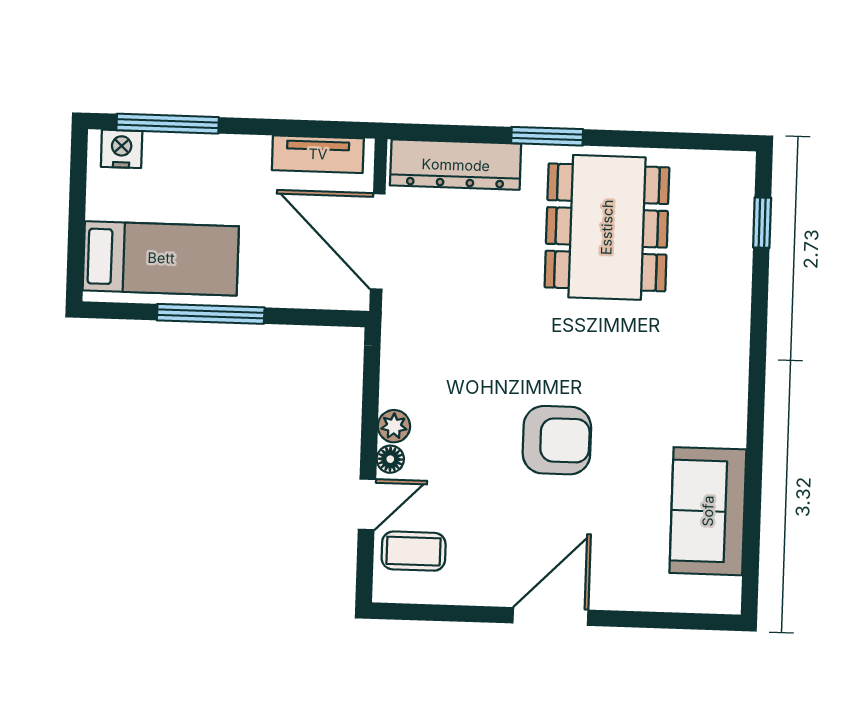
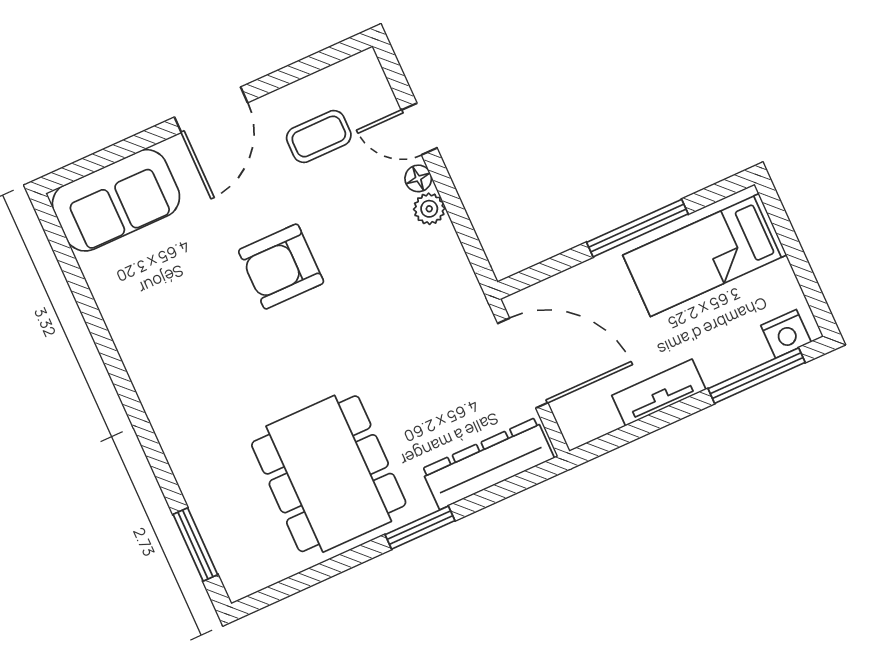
tv unit: (318, 154) -> (659, 392), moved
window: (762, 223) -> (195, 544), width x1.50
door: (367, 504) -> (419, 129), hinge flipped
sofa: (708, 511) -> (116, 200), moved, turned 90
coffee table: (414, 551) -> (319, 136), moved

